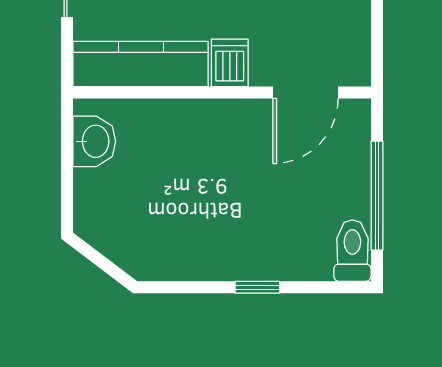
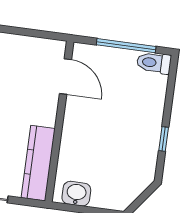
dishwasher: (230, 63) -> (44, 115), removed
window: (257, 287) -> (164, 139), moved

